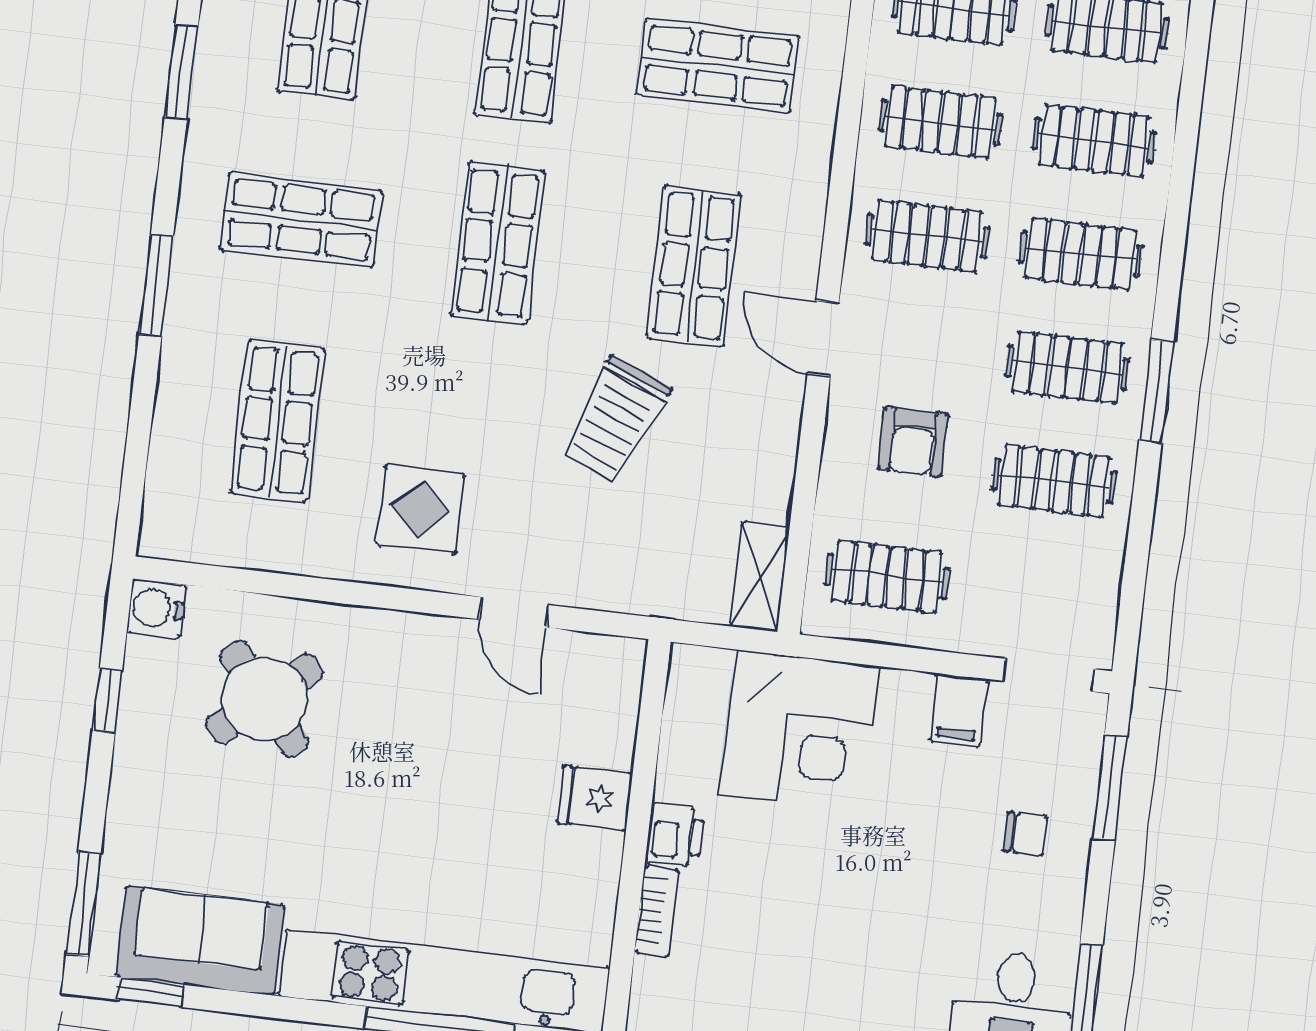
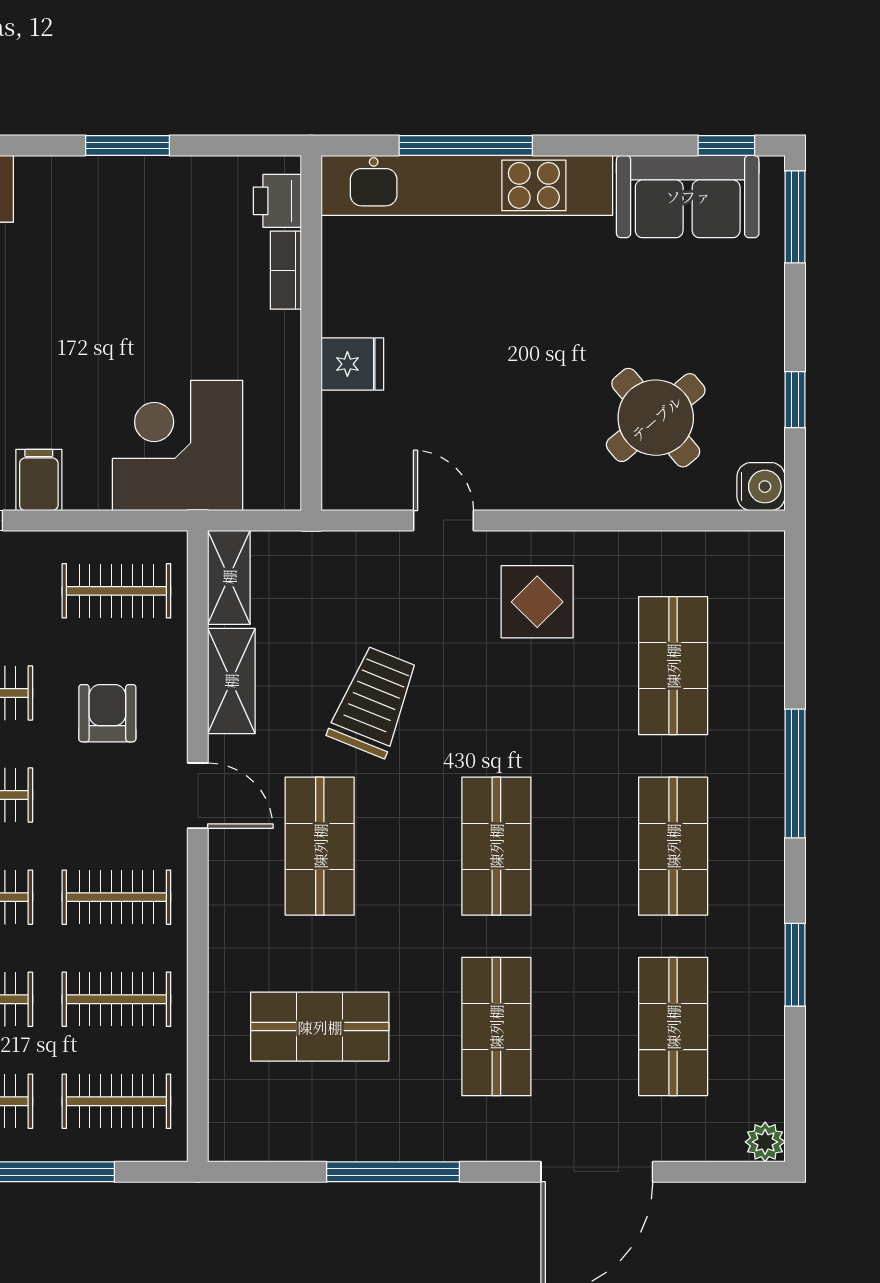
shop shelf: (301, 220) -> (673, 846), turned 90
window: (156, 285) -> (795, 773), width x1.44
shelving: (771, 461) -> (231, 681), added
printer: (675, 835) -> (277, 201), moved

